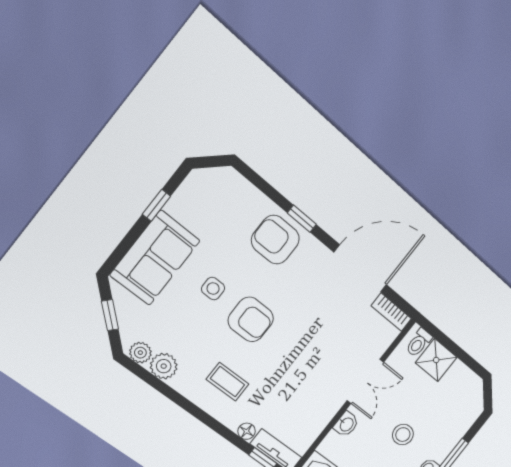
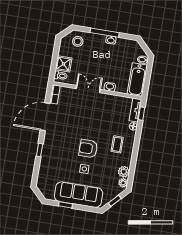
armchair: (275, 240) -> (53, 156), removed
sofa: (155, 258) -> (79, 195), width x1.36
door: (360, 269) -> (45, 117), hinge flipped
armchair: (251, 319) -> (88, 149), turned -90
stool: (403, 435) -> (78, 41), moved

